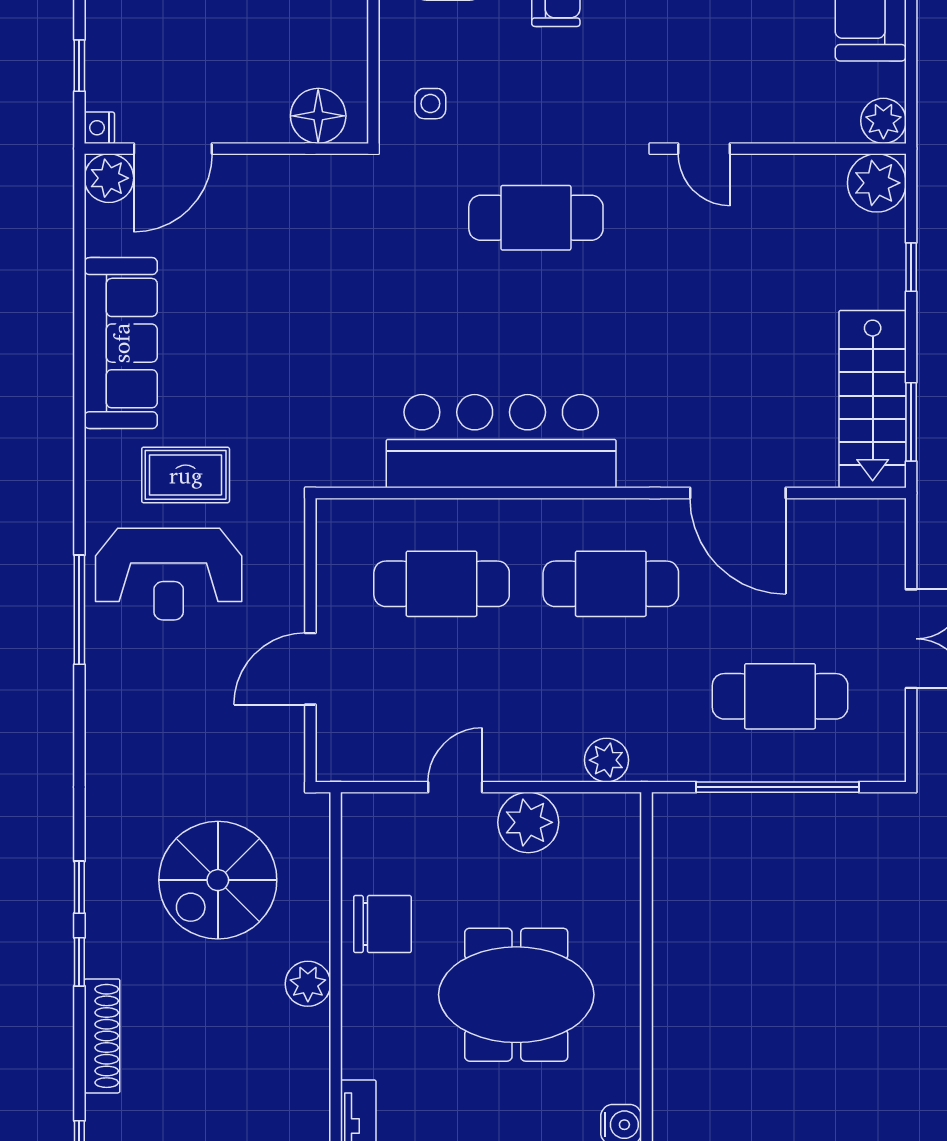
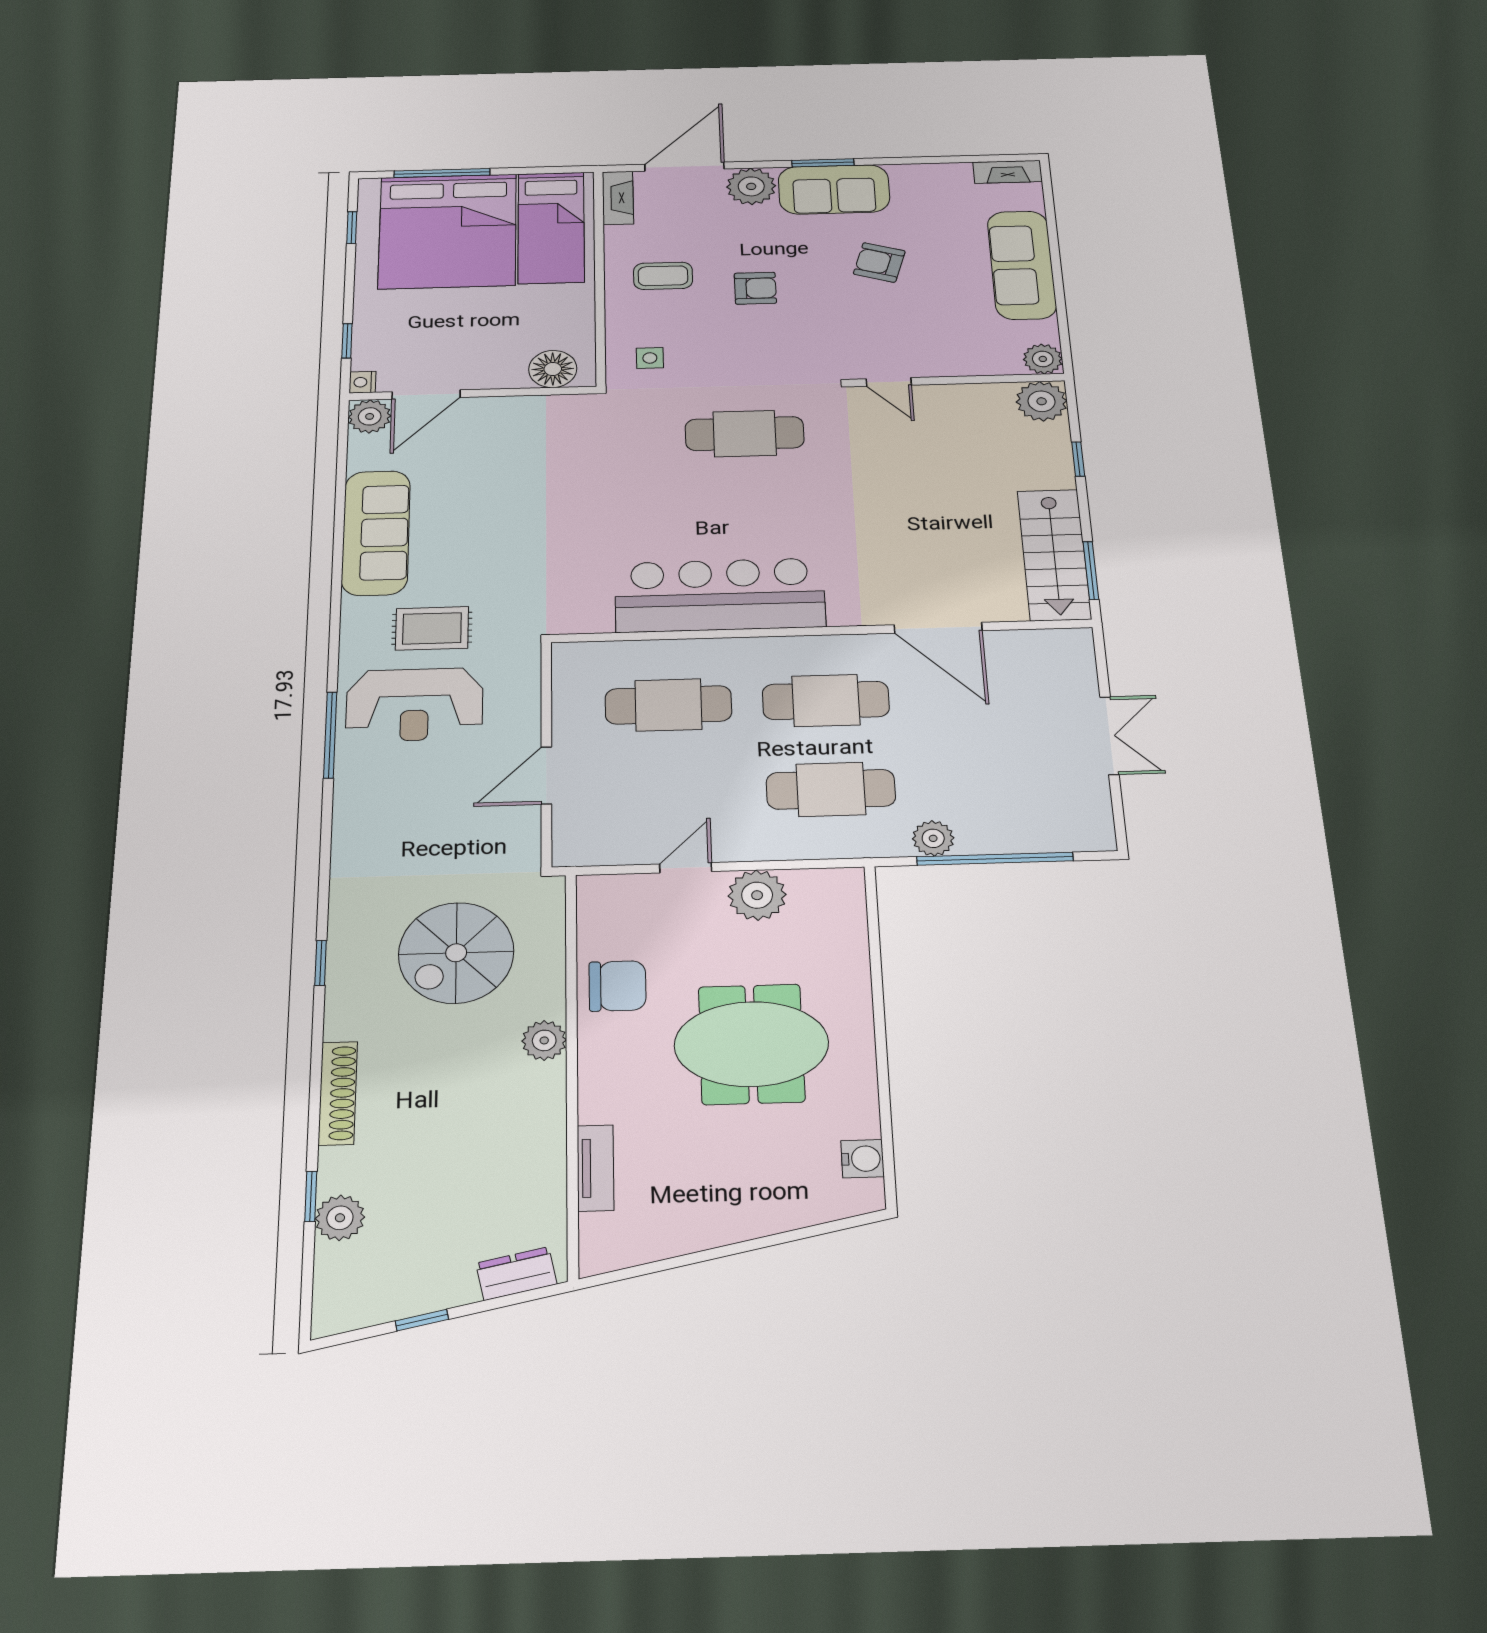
cafe table: (780, 696) -> (831, 789), moved
plant: (607, 760) -> (933, 838), moved
window: (79, 962) -> (318, 1028), removed

